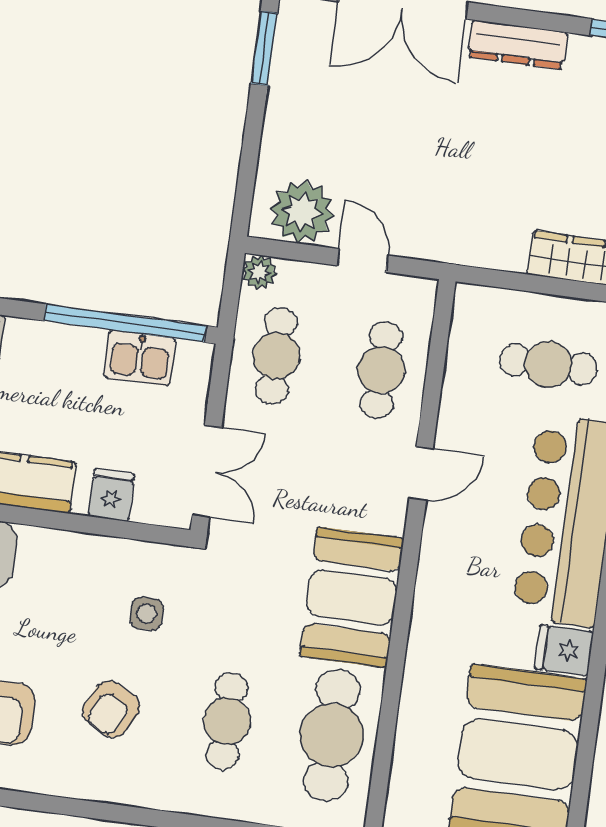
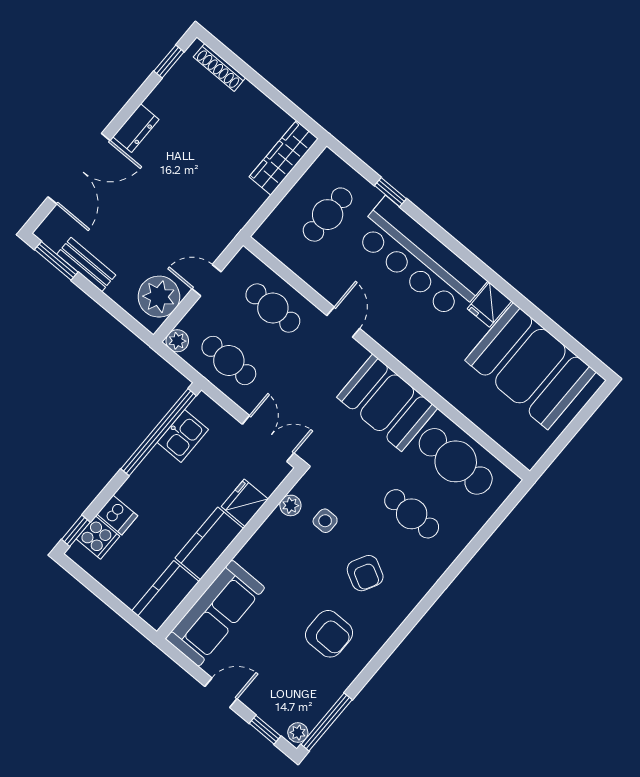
dresser: (518, 45) -> (136, 128), width x0.70
bench: (284, 91) -> (86, 265), added
fridge: (111, 495) -> (245, 503), width x1.38
plant: (138, 556) -> (290, 505), added

